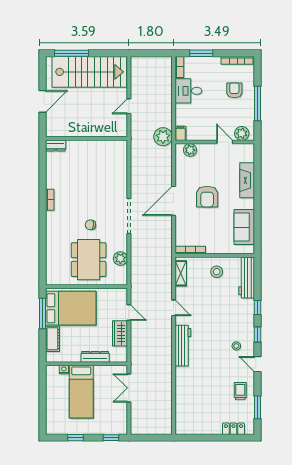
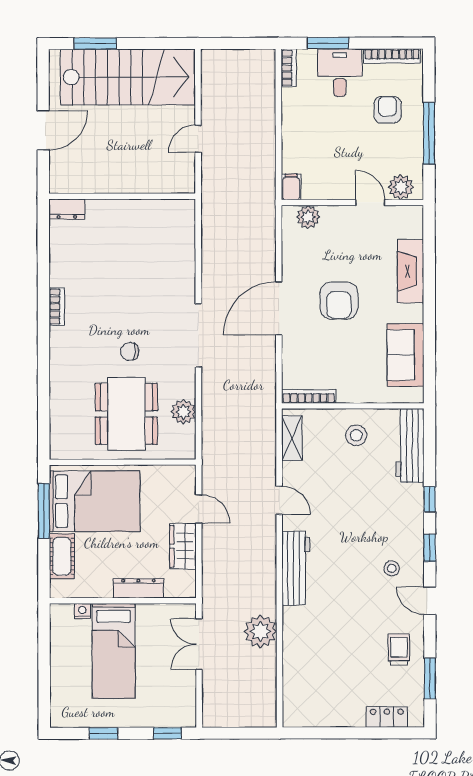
window: (72, 53) -> (95, 44), width x0.69
desk: (188, 91) -> (340, 73), moved, turned 90
plant: (163, 137) -> (260, 631), moved

